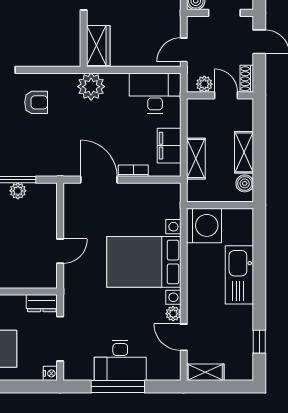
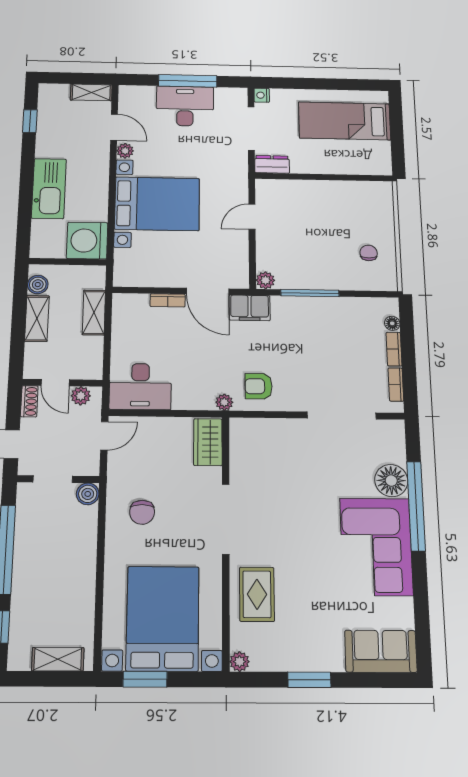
plant: (91, 87) -> (224, 402), width x0.53, depth x0.53
armchair: (36, 102) -> (259, 386), moved
filing cabinet: (169, 146) -> (250, 308), moved, turned 90
plant: (18, 191) -> (265, 280), moved

